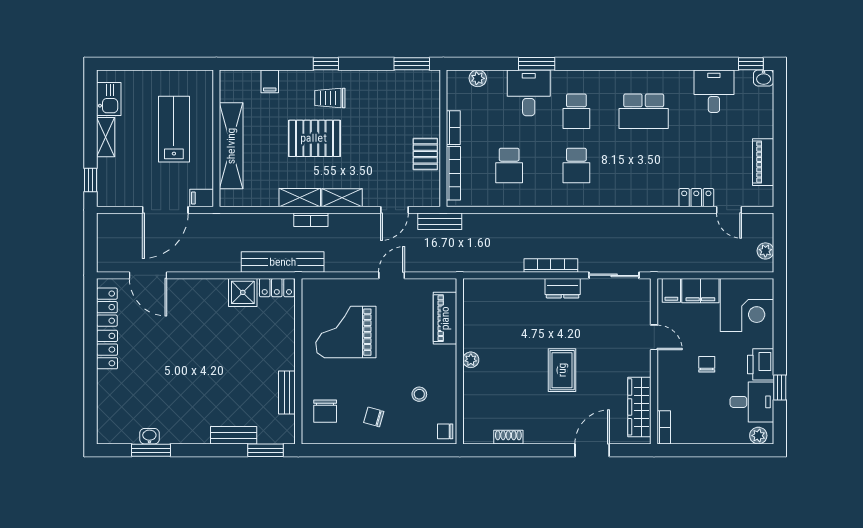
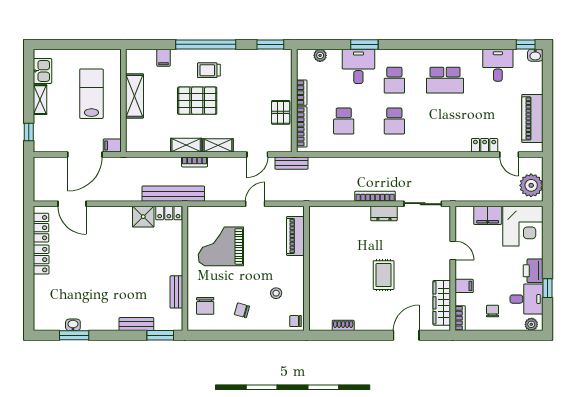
window: (326, 64) -> (206, 44), width x3.17
shelving: (231, 146) -> (135, 96), width x0.68
piano: (763, 162) -> (532, 118), width x1.37, depth x1.33
plant: (765, 251) -> (531, 185), width x1.87, depth x1.87
filing cabinet: (671, 290) -> (464, 286), moved, turned -90
plant: (471, 360) -> (315, 267), removed
chair: (707, 364) -> (493, 311), moved

